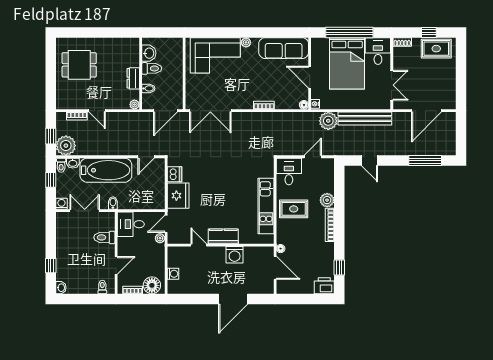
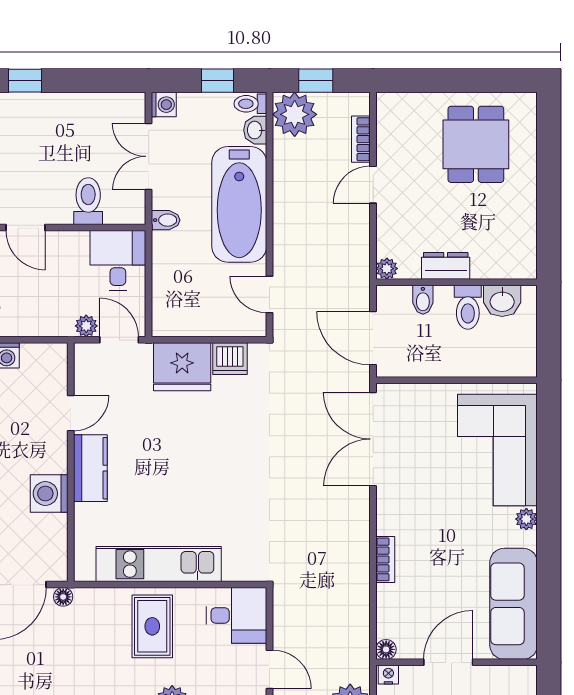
double door: (85, 211) -> (149, 156), swing flipped

